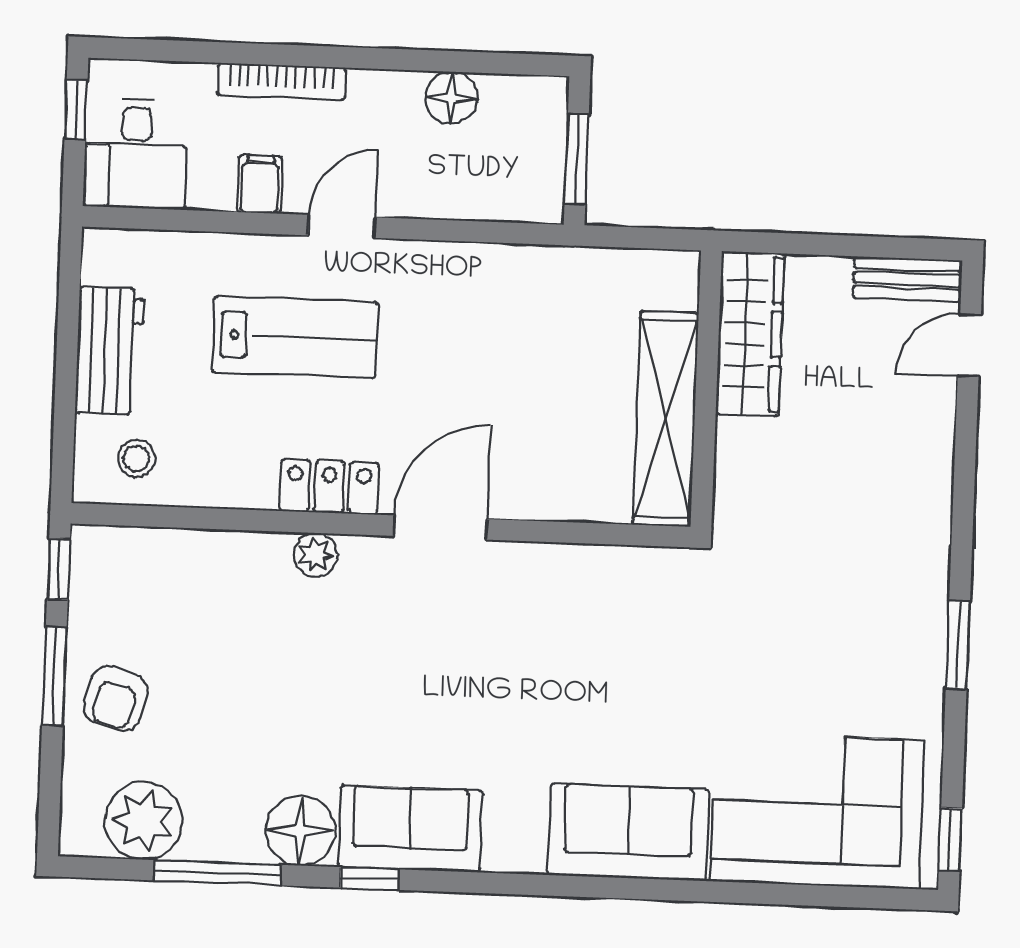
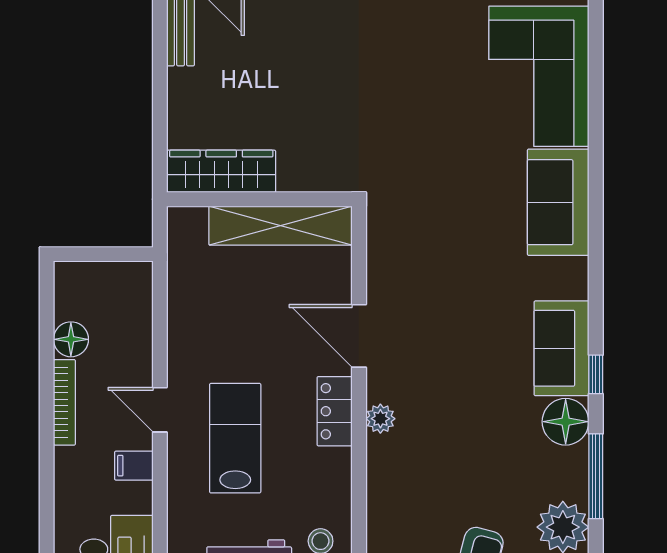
bookcase: (282, 81) -> (64, 402), moved
window: (577, 159) -> (109, 254), removed
wardrobe: (750, 334) -> (221, 171), moved
wall: (706, 389) -> (259, 199), moved
shelving: (666, 419) -> (280, 226), moved

